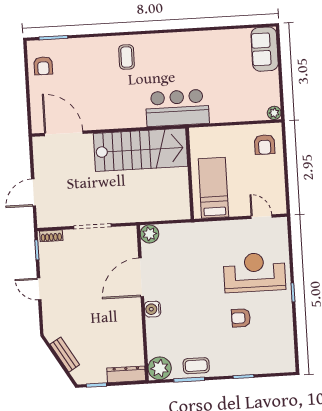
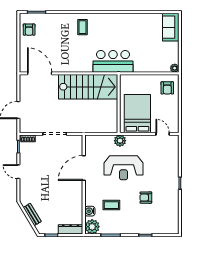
bed: (213, 188) -> (137, 114), width x1.50
plant: (149, 234) -> (120, 141), moved
reception desk: (254, 272) -> (124, 168), moved, turned 180
water cooler: (153, 309) -> (90, 211), moved
coffee table: (196, 366) -> (111, 205), moved

